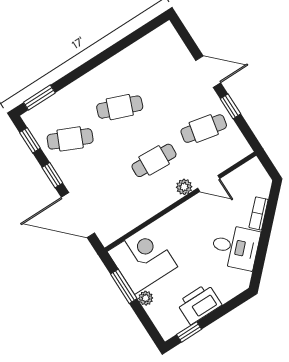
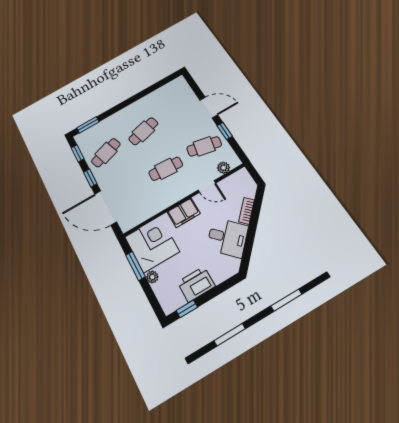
cafe table: (120, 107) -> (143, 131), turned -36
cafe table: (70, 139) -> (106, 153), turned -42
plant: (184, 187) -> (223, 168), moved
filing cabinet: (180, 218) -> (184, 213), added

